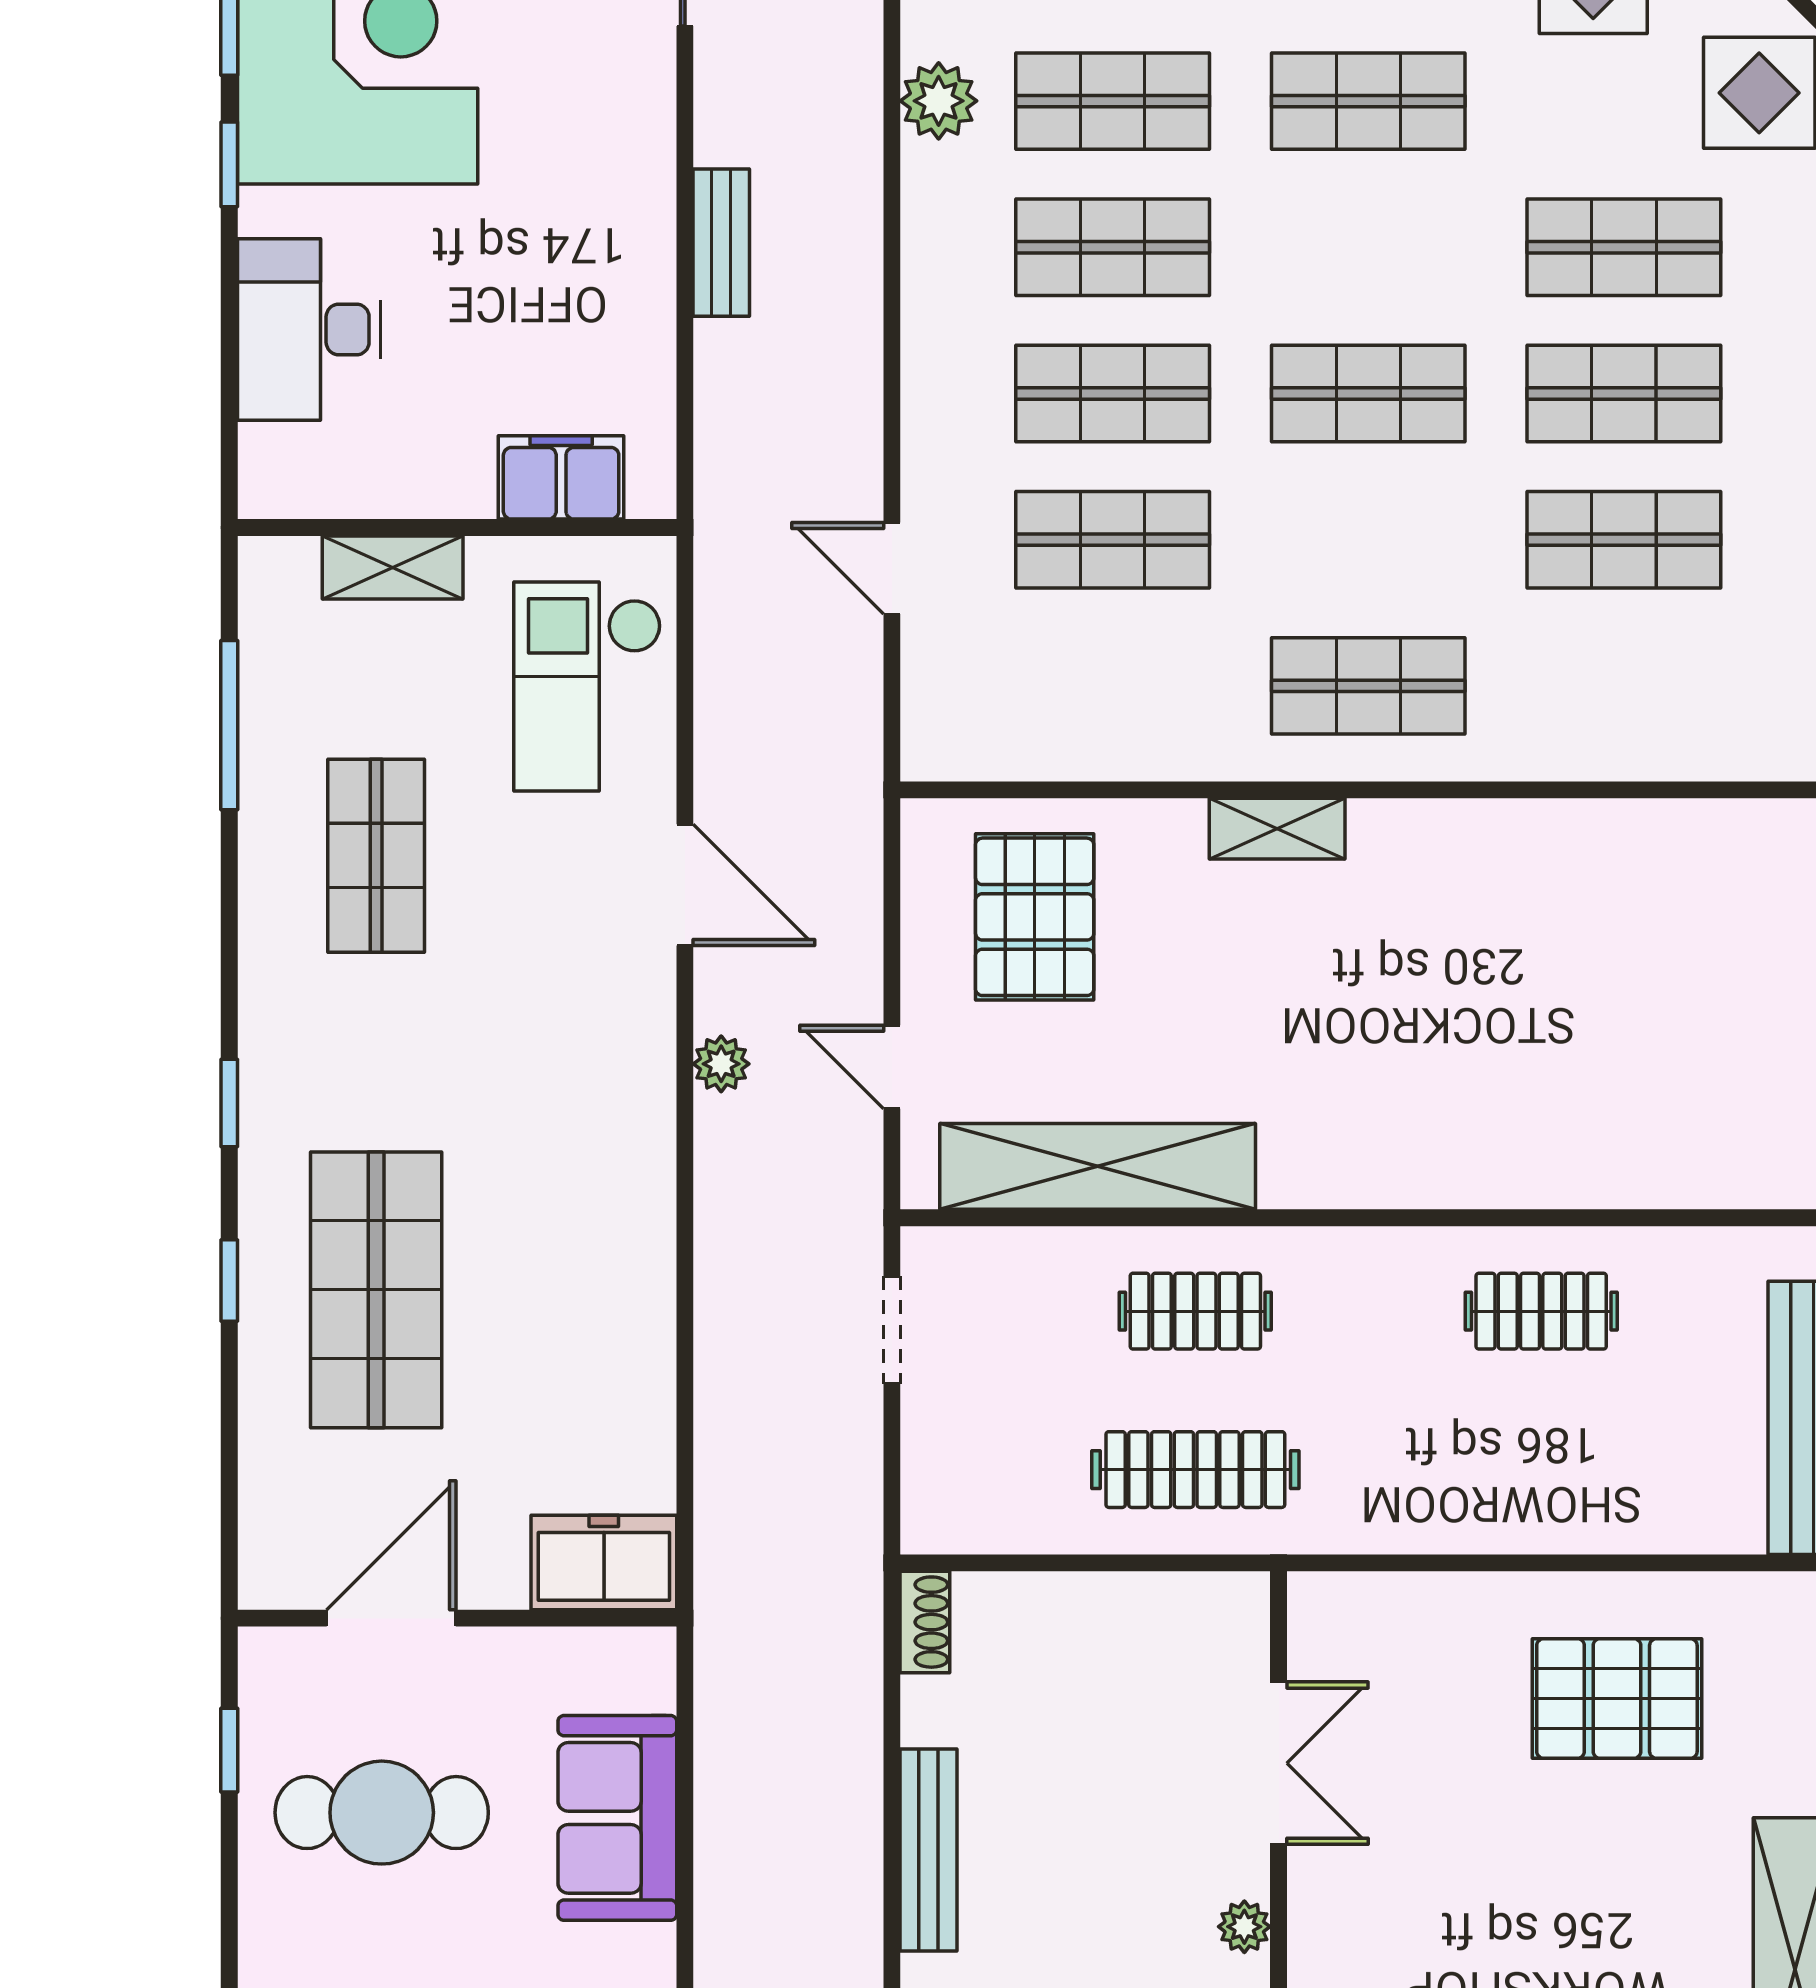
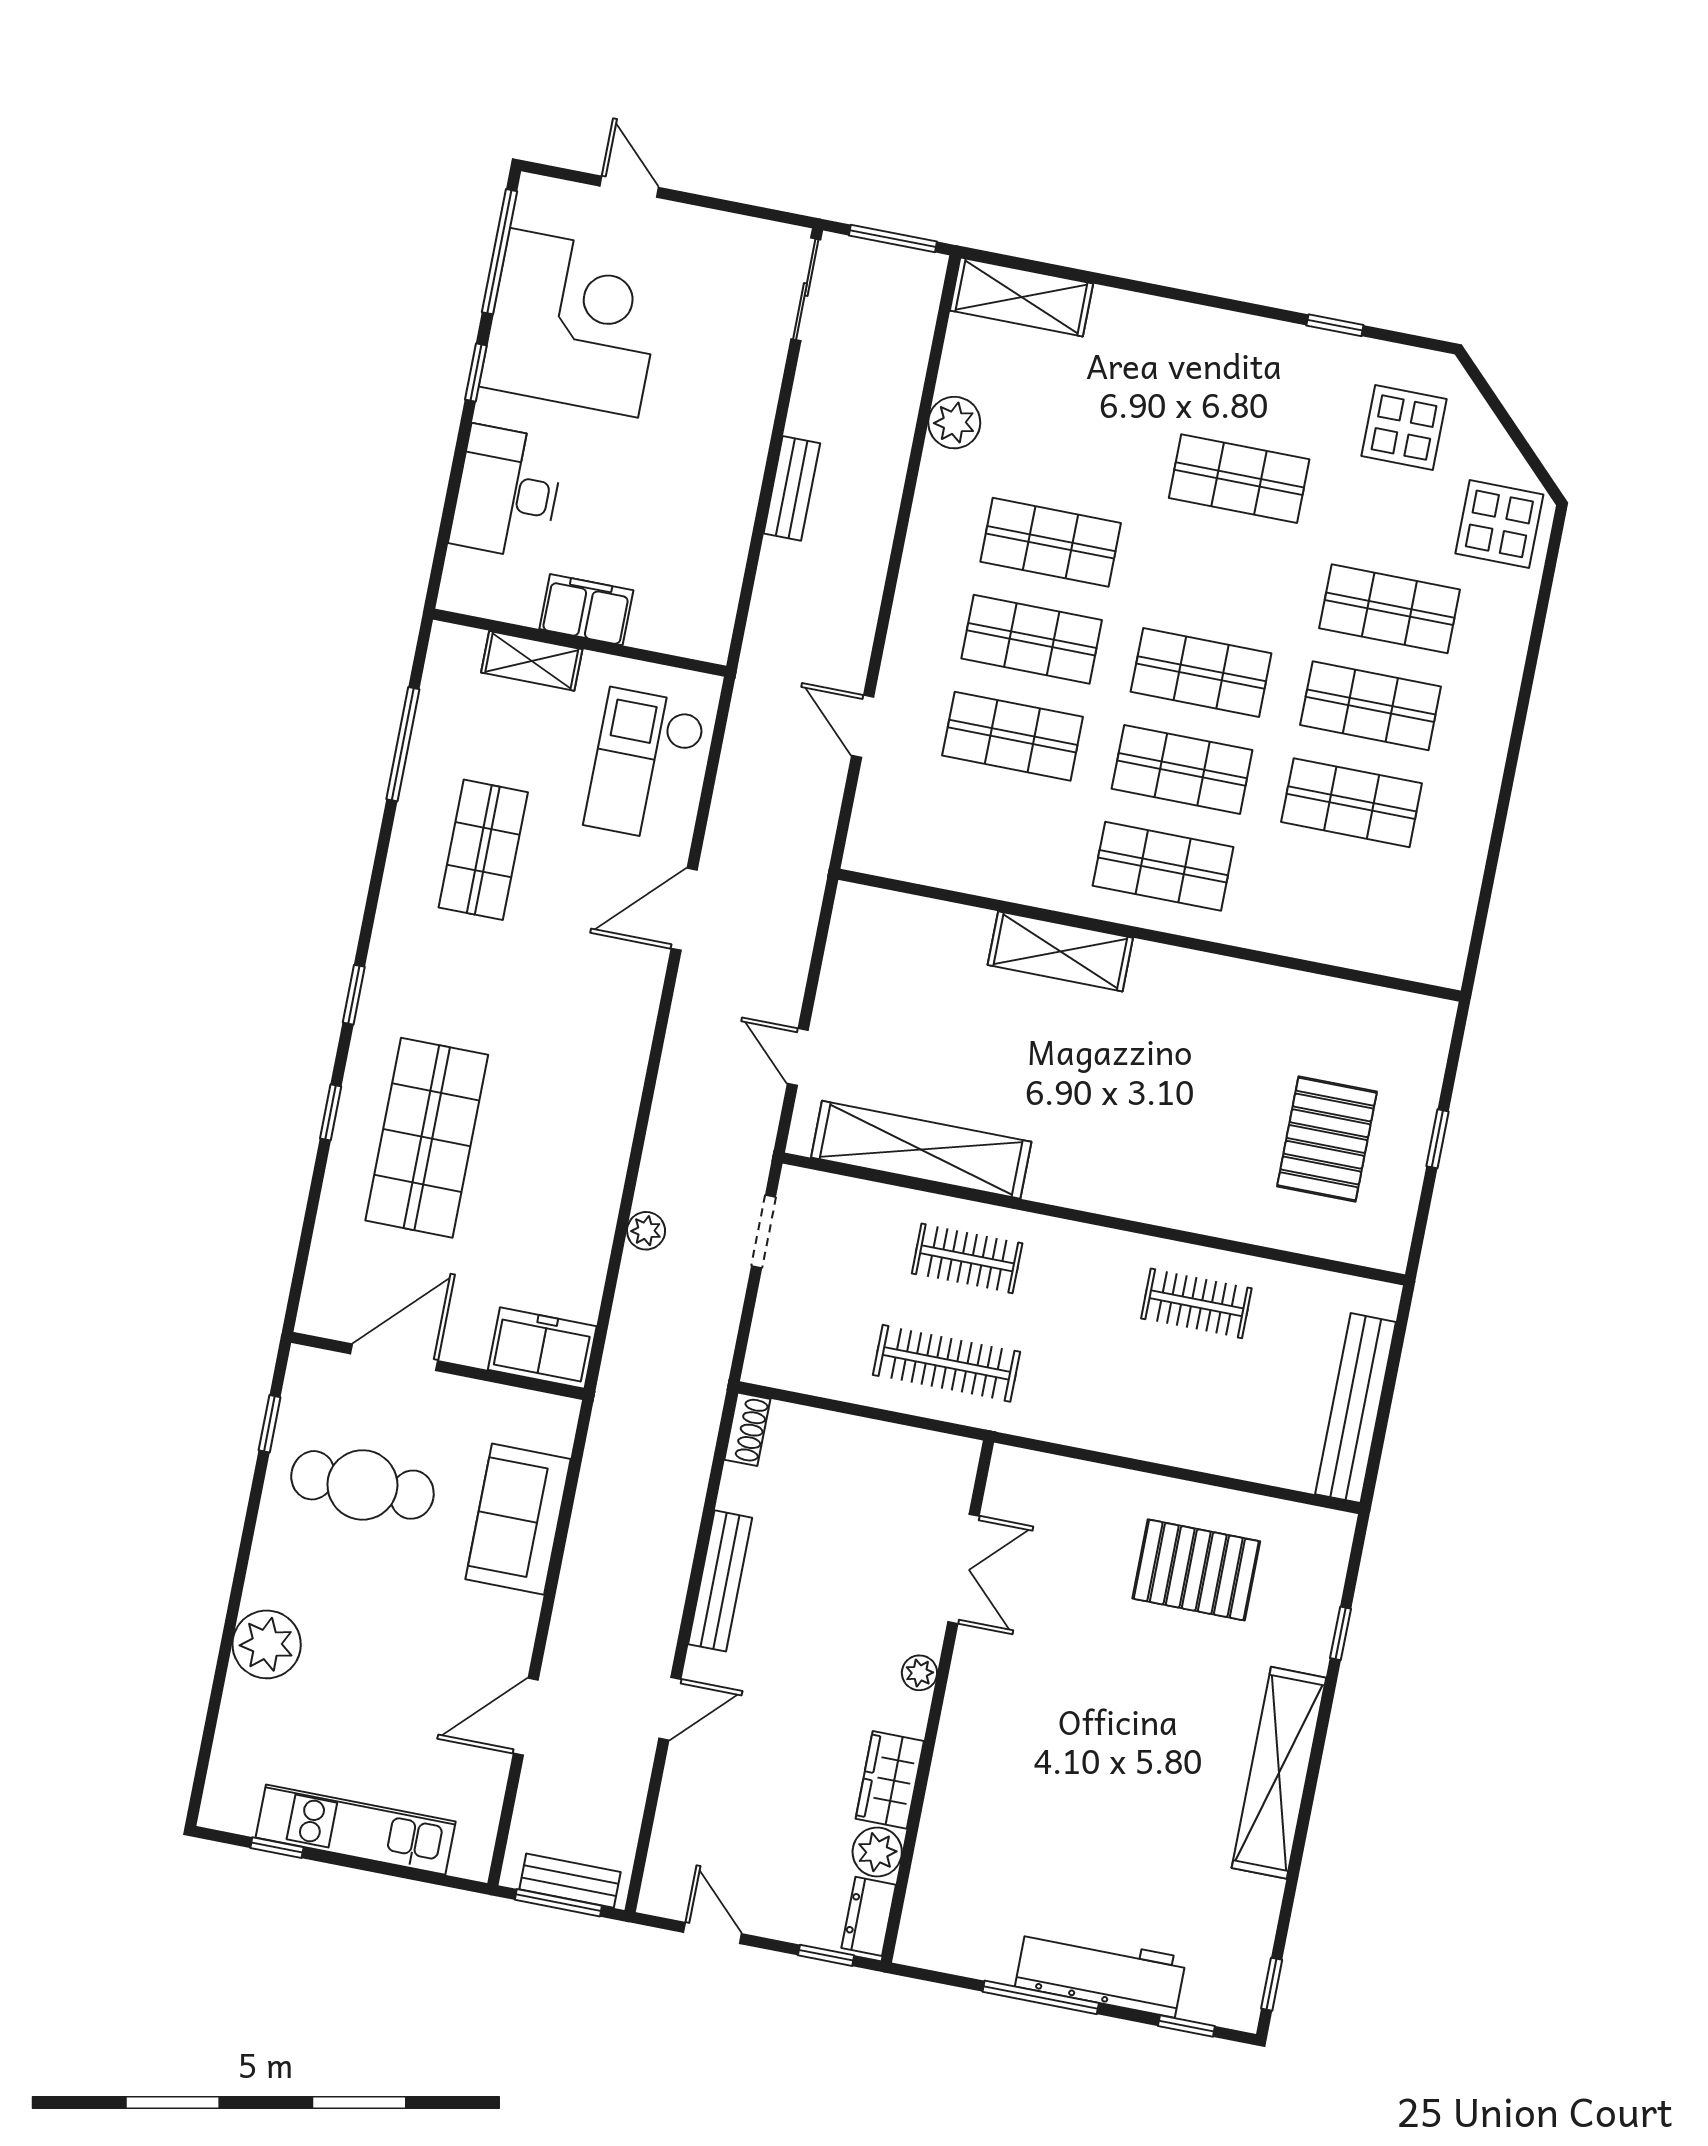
shop shelf: (1113, 101) -> (1182, 769), moved
filing cabinet: (561, 477) -> (586, 610), moved
shelving: (1277, 829) -> (1060, 951), width x1.50, depth x1.33
door: (685, 885) -> (684, 909), swing flipped
pallet: (1035, 917) -> (1327, 1139), moved
plant: (721, 1064) -> (646, 1231), moved

